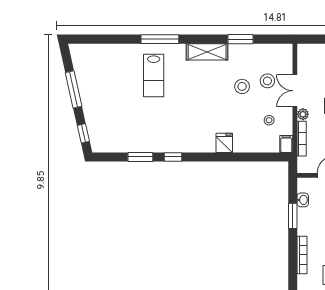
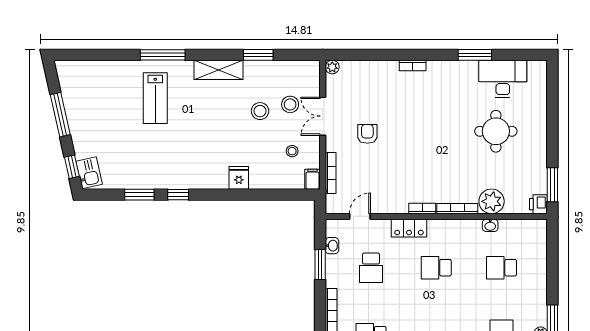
plant: (303, 114) -> (332, 67), moved
kitchen sink: (98, 138) -> (89, 173), added

